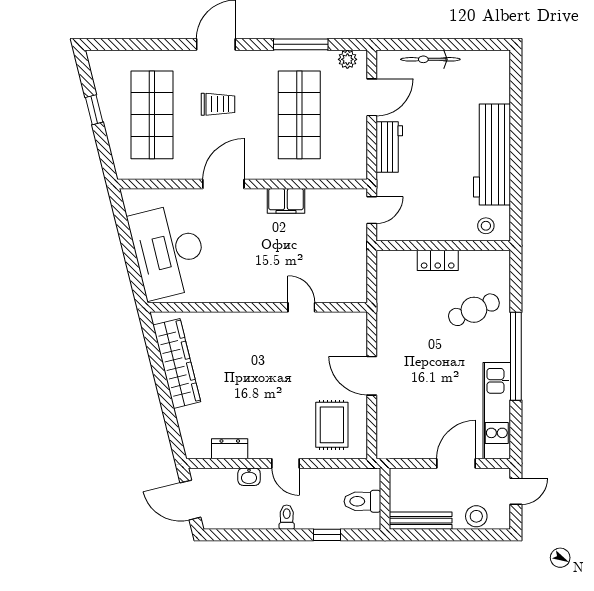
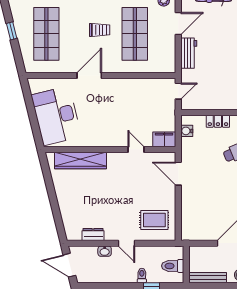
trolley: (218, 104) -> (100, 30), moved
filing cabinet: (286, 201) -> (164, 139), moved, turned 180
water cooler: (386, 276) -> (187, 131), added
wardrobe: (177, 363) -> (80, 160), moved, turned 104
door: (372, 376) -> (178, 174), moved
rug: (332, 425) -> (154, 220), turned 90
toilet: (287, 517) -> (142, 275), moved

